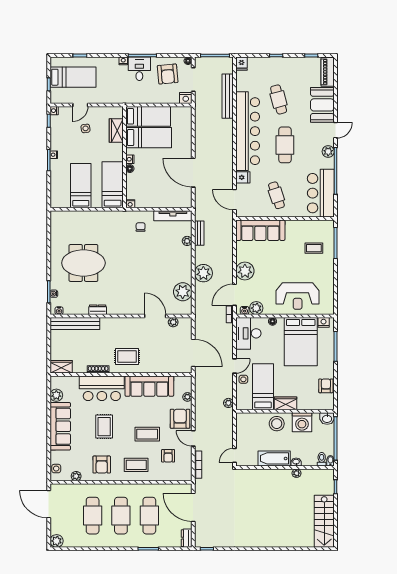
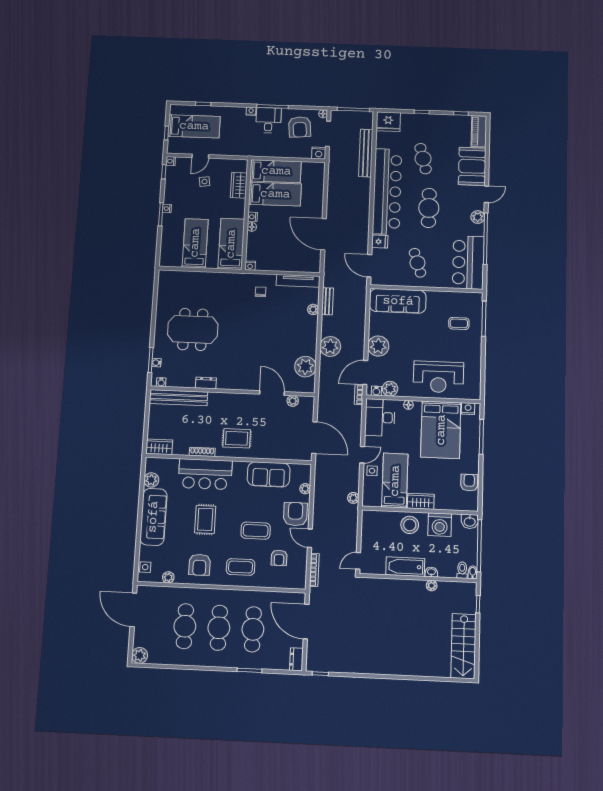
fridge: (242, 64) -> (388, 122), width x1.88, depth x1.34
sofa: (149, 386) -> (269, 474), width x0.73

